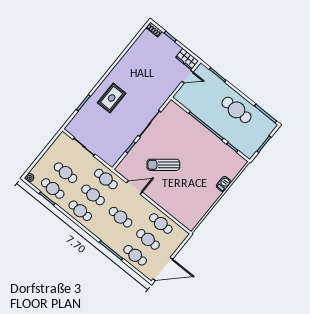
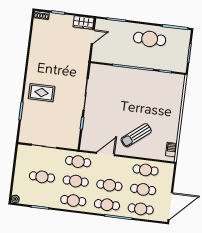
rug: (112, 98) -> (42, 93), turned 90
sun lounger: (163, 165) -> (136, 135), moved
barbecue: (224, 184) -> (171, 150), moved
cafe table: (53, 189) -> (107, 205), moved

